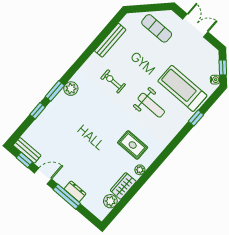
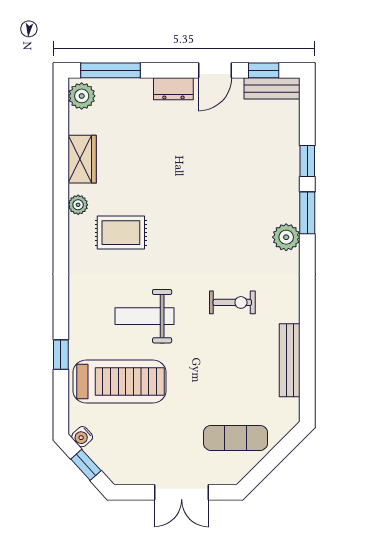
dresser: (75, 191) -> (173, 89), moved
window: (67, 197) -> (110, 70), moved
plant: (110, 201) -> (82, 96), moved

